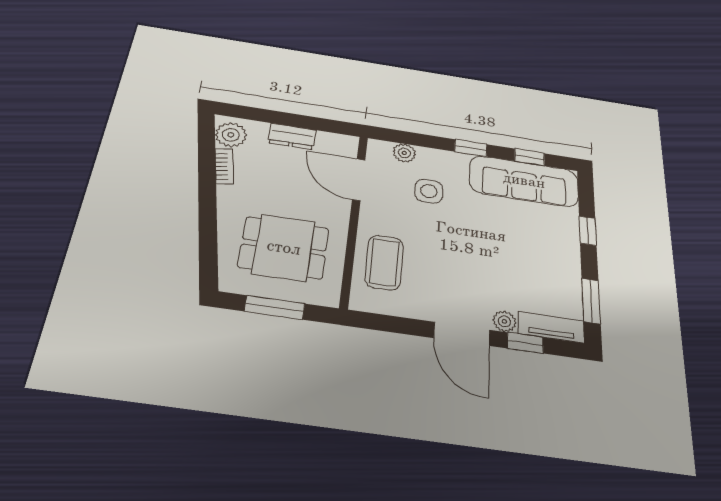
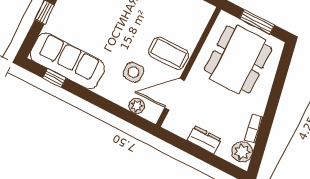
window: (471, 148) -> (91, 97), removed
door: (359, 180) -> (175, 94), swing flipped
dining table: (284, 248) -> (238, 59), width x1.38
coffee table: (384, 262) -> (168, 53), moved, turned 90

